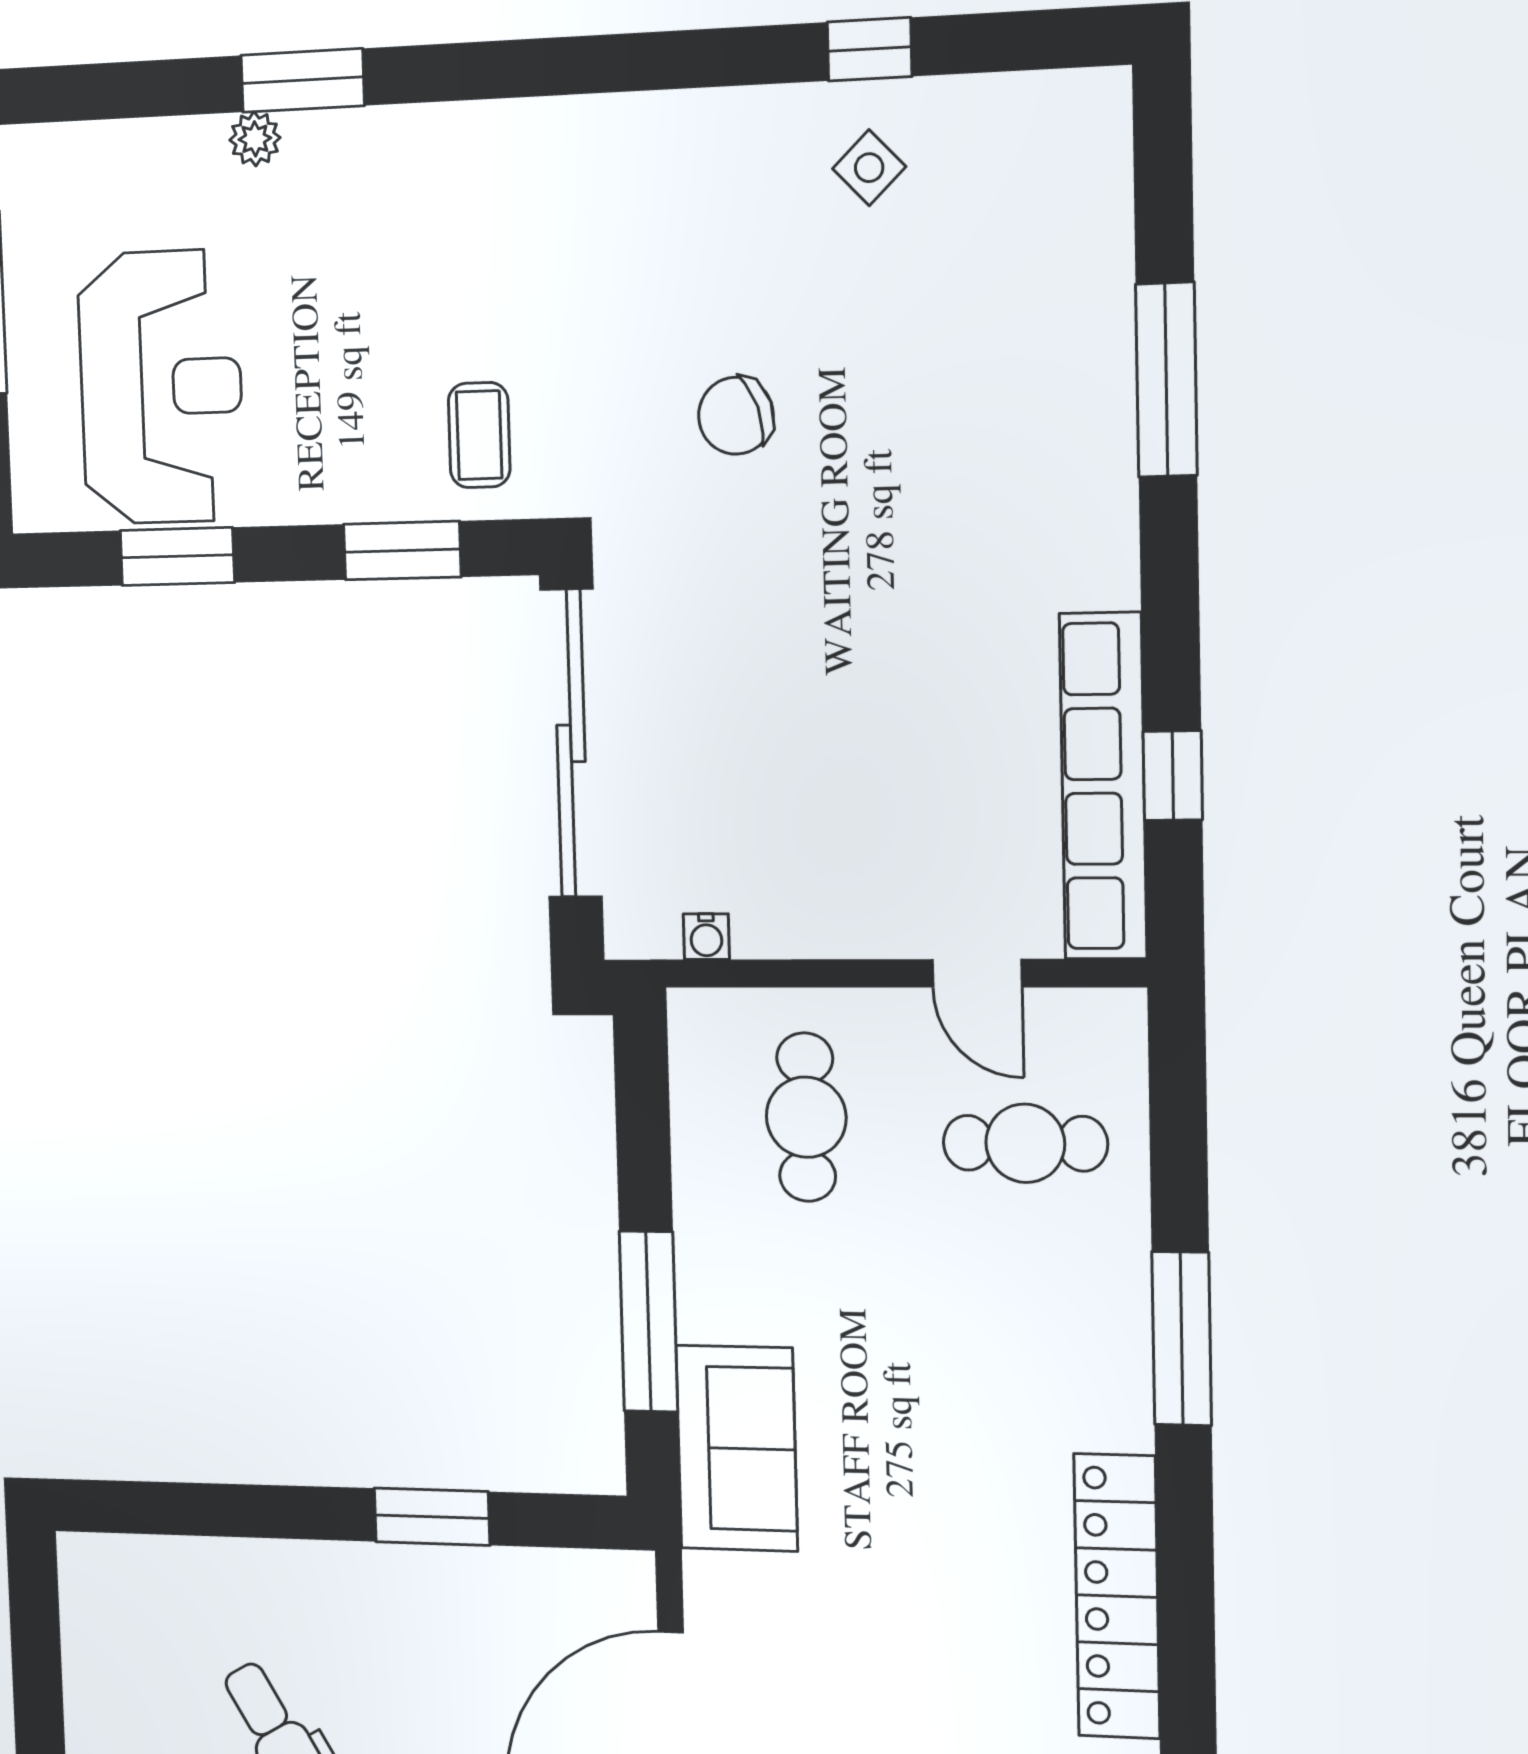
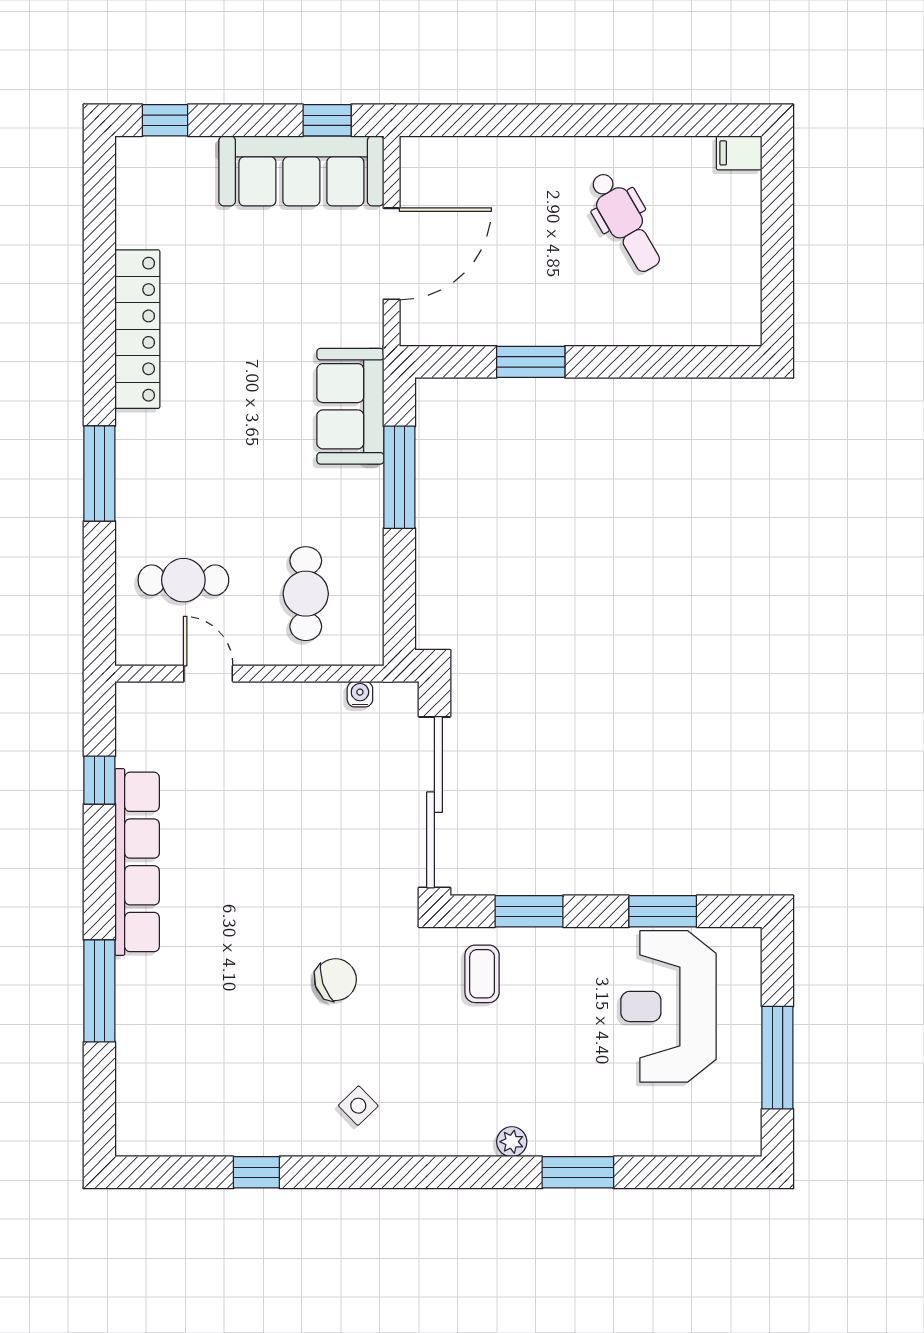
plant: (255, 139) -> (512, 1142), moved
side table: (869, 168) -> (358, 1106), moved
row of seats: (1103, 786) -> (137, 862), moved

